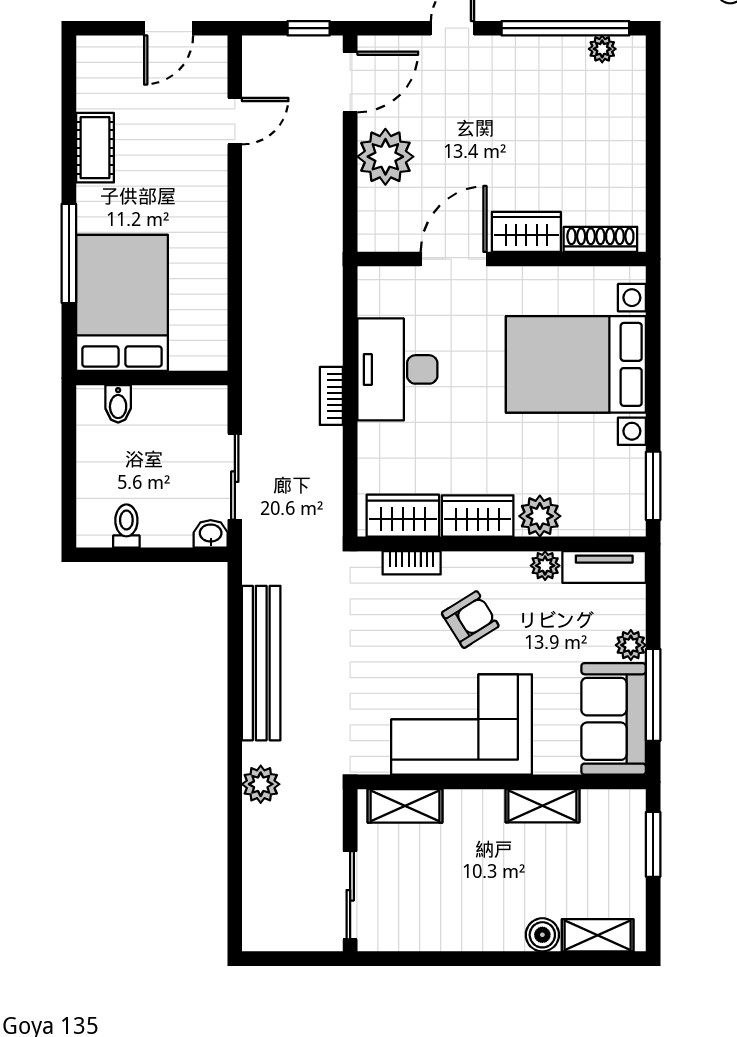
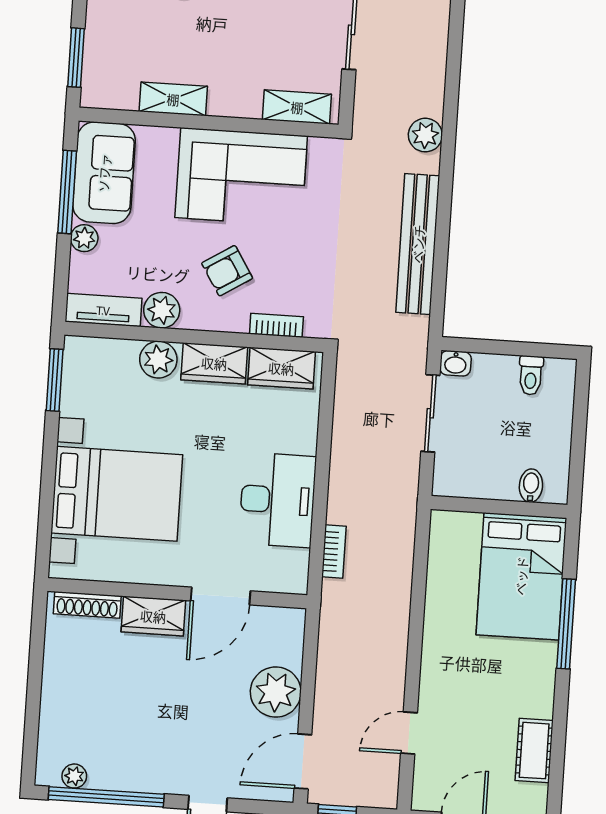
cot: (95, 148) -> (534, 751), moved
bookcase: (331, 396) -> (334, 551), moved
plant: (545, 566) -> (162, 310), width x1.38, depth x1.38

